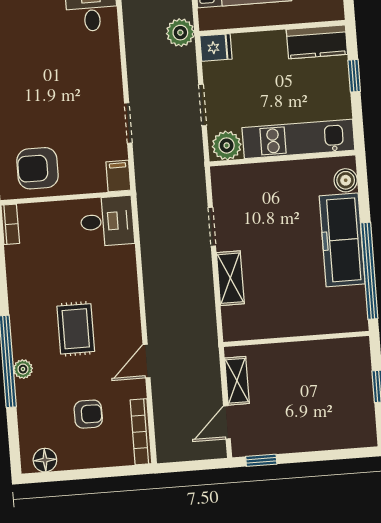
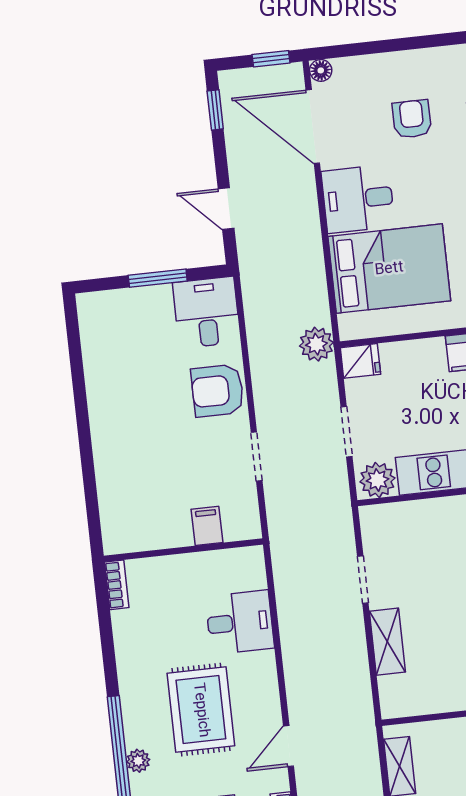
armchair: (38, 168) -> (217, 391), moved
filing cabinet: (118, 176) -> (207, 526), moved
desk: (107, 221) -> (240, 622), moved
rug: (76, 329) -> (201, 710), width x1.36, depth x1.43

